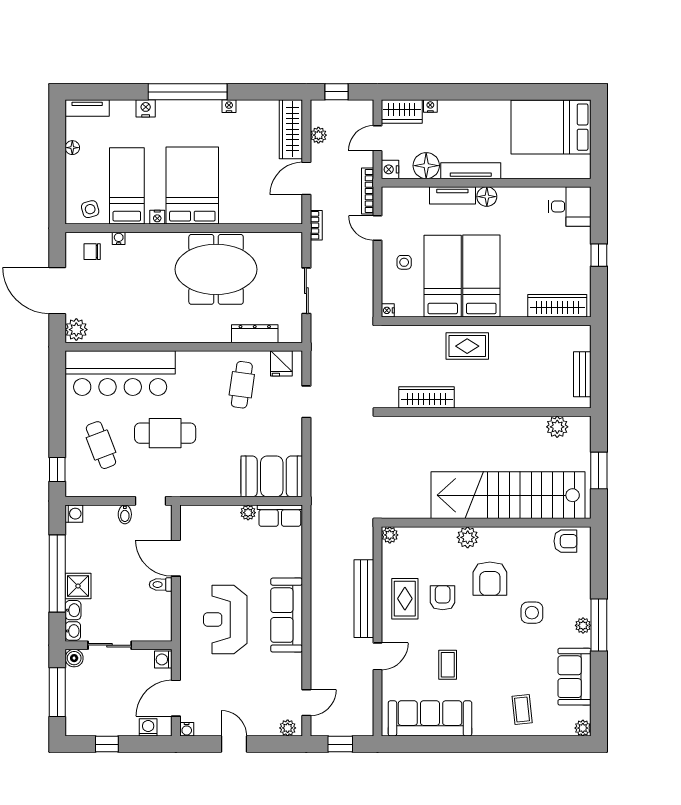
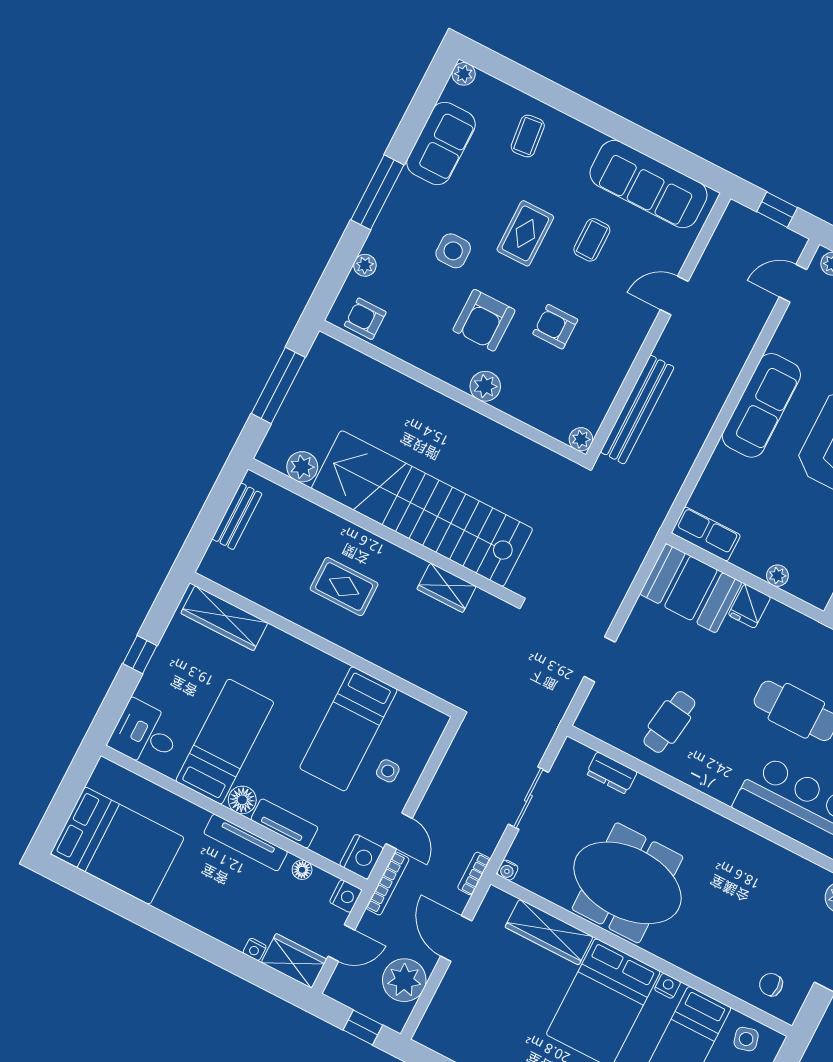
wardrobe: (291, 129) -> (549, 932), moved, turned 90
plant: (318, 135) -> (404, 980), width x1.87, depth x1.87
floor lamp: (426, 166) -> (302, 870), width x0.53, depth x0.53
door: (306, 178) -> (456, 939), swing flipped
water cooler: (119, 238) -> (508, 870), moved
chair: (92, 252) -> (771, 985), turned 180
bed: (481, 276) -> (225, 742), moved, turned 180
nightstand: (388, 310) -> (361, 857), moved, width x1.89, depth x1.79
dresser: (255, 334) -> (612, 773), width x0.70
rug: (467, 346) -> (344, 587), moved
fridge: (281, 363) -> (750, 606), moved, turned 180
wardrobe: (427, 397) -> (447, 588), width x0.67
window: (599, 471) -> (278, 385), width x1.44
stairs: (508, 495) -> (422, 509), moved, turned 180
plant: (248, 513) -> (777, 576), moved
armchair: (490, 579) -> (484, 320), turned 180
armchair: (443, 598) -> (555, 327), turned 90
bench: (364, 599) -> (637, 410), moved
rug: (405, 599) -> (525, 233), moved
plant: (583, 625) -> (365, 265), moved

